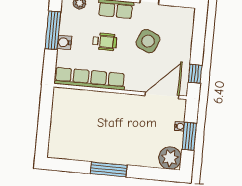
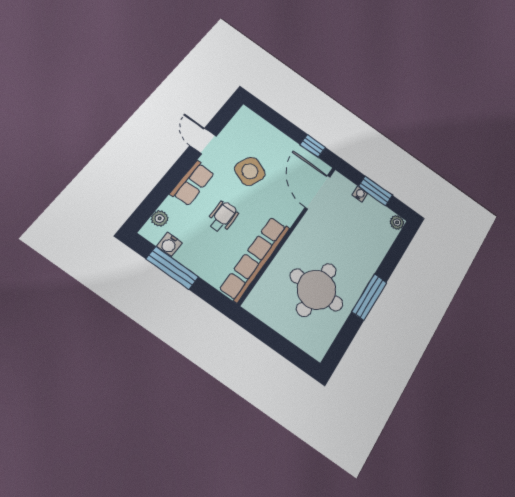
water cooler: (64, 42) -> (169, 244), moved
round table: (93, 131) -> (317, 290), added
plant: (170, 158) -> (397, 222), width x0.53, depth x0.53

